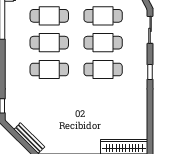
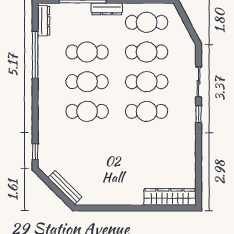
sliding door: (150, 30) -> (199, 82), moved

